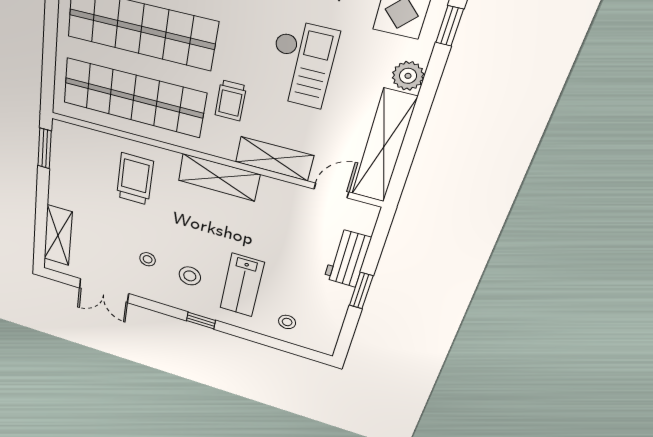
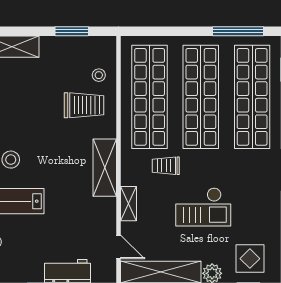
window: (45, 148) -> (72, 31), moved
shelving: (274, 159) -> (128, 204), width x0.67, depth x0.75
stool: (148, 259) -> (99, 75), moved

